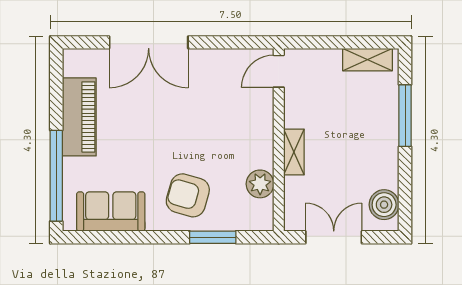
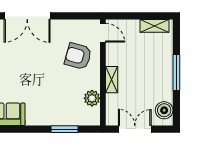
door: (279, 71) -> (103, 33), swing flipped
window: (405, 116) -> (176, 72), moved
armchair: (188, 195) -> (78, 56), moved

